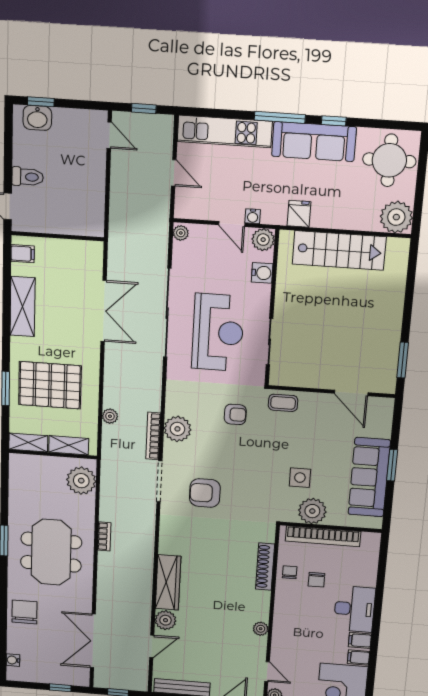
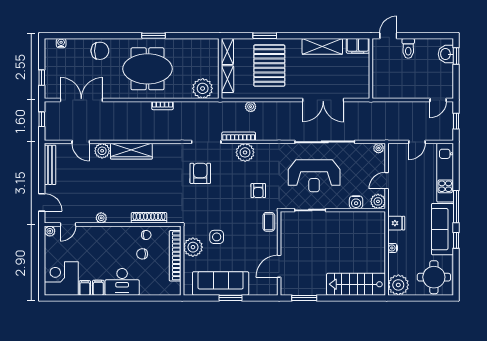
water cooler: (253, 216) -> (393, 248), moved
stairs: (339, 250) -> (356, 284), moved, turned 90
filing cabinet: (23, 254) -> (358, 46), width x2.00

